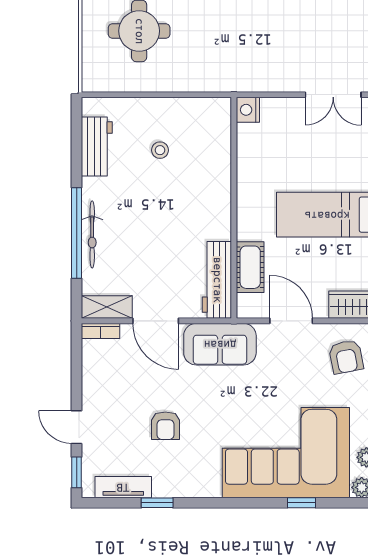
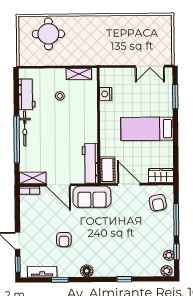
shelving: (197, 108) -> (79, 74), added
nightstand: (248, 110) -> (106, 94), moved
bicycle: (92, 234) -> (25, 128), moved
cot: (250, 267) -> (107, 170), moved
corner sofa: (286, 453) -> (127, 253), removed
floor lamp: (209, 486) -> (87, 271), added
window: (302, 503) -> (124, 279), moved

